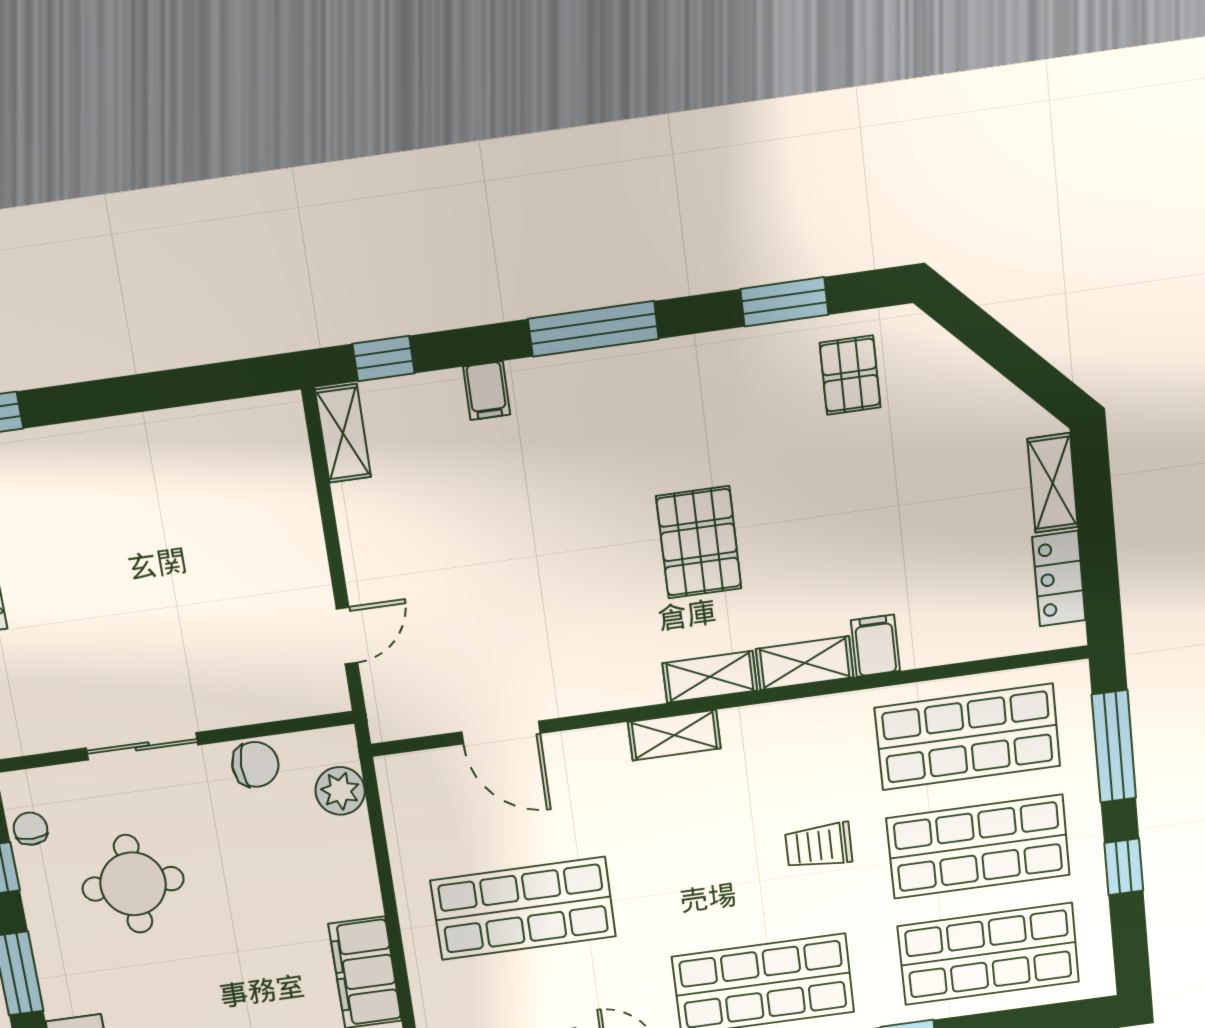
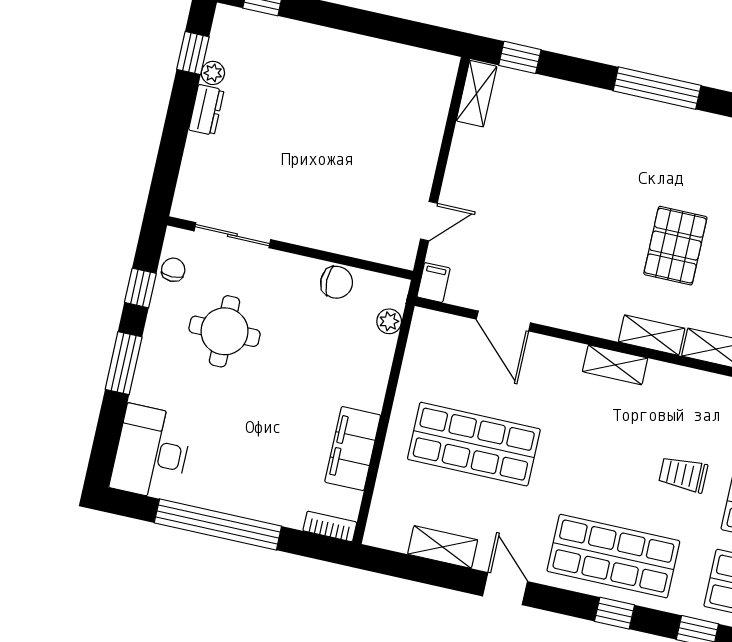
filing cabinet: (487, 391) -> (434, 283), moved, turned 180
sliding door: (142, 746) -> (232, 235), moved
plant: (340, 791) -> (389, 321), width x0.73, depth x0.73

